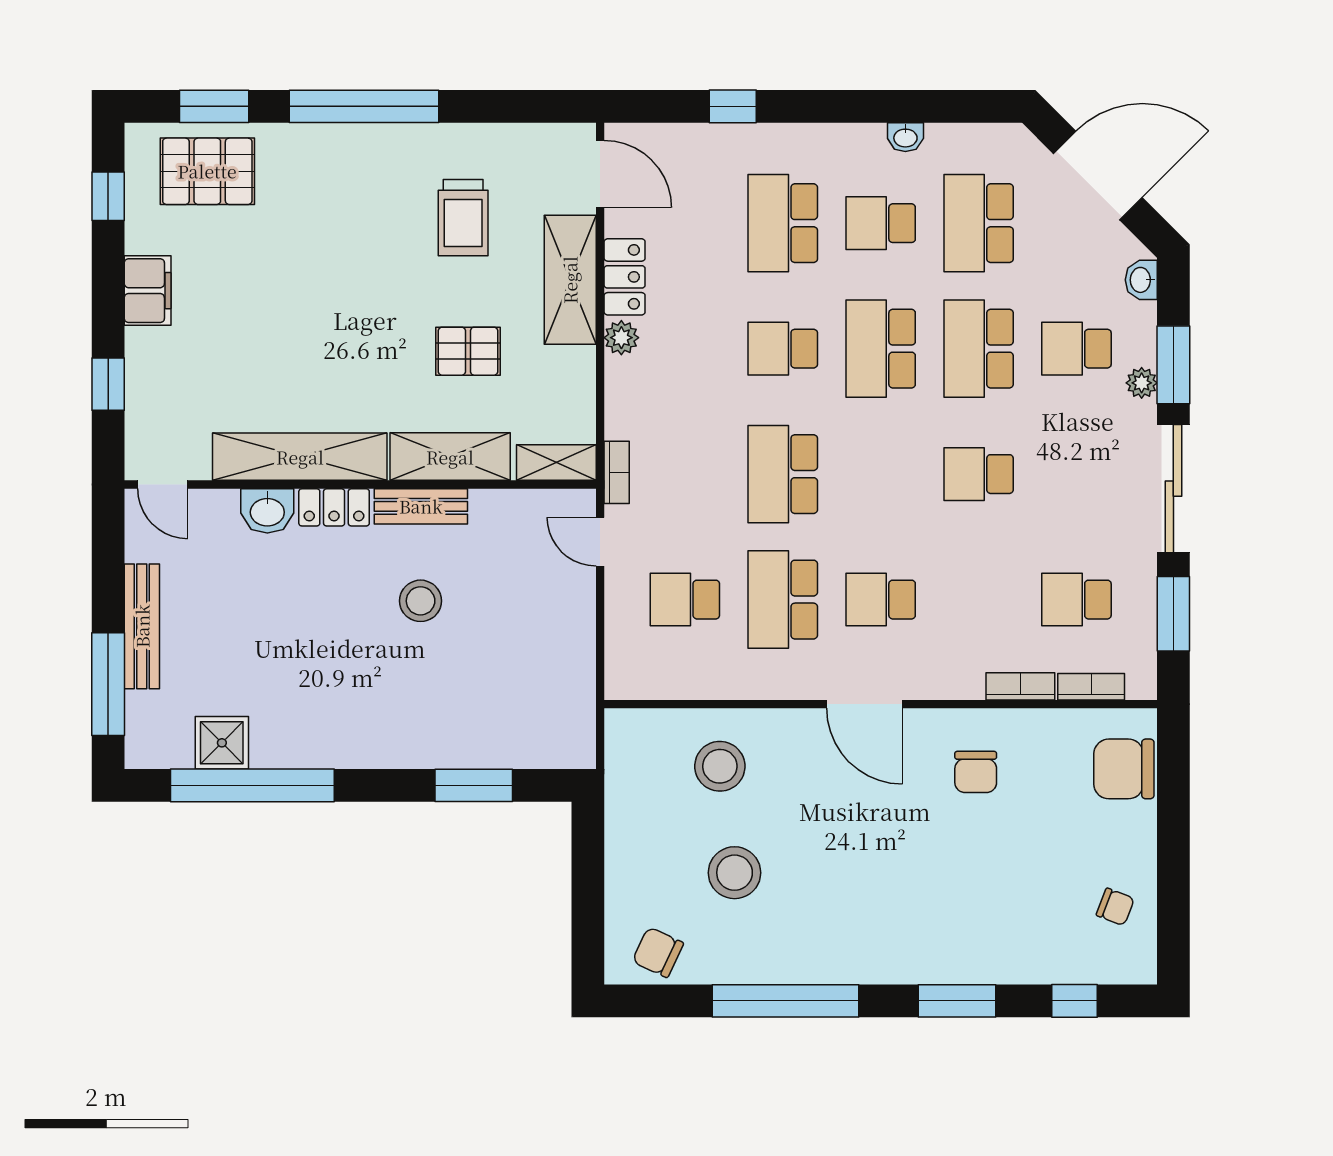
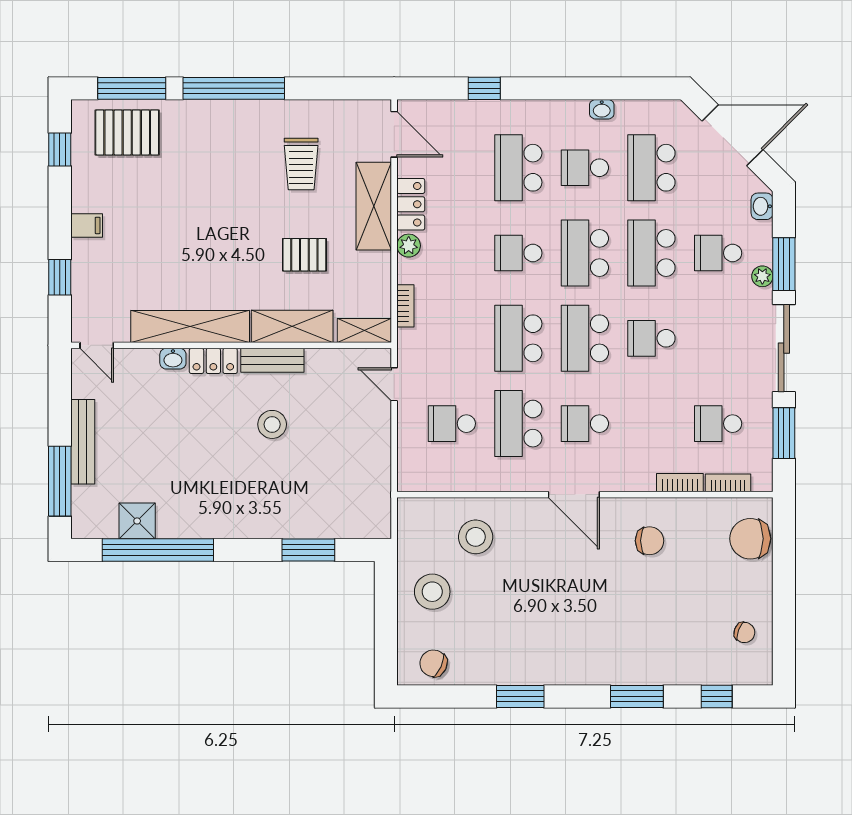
window: (214, 106) -> (132, 88), width x1.44
filing cabinet: (148, 291) -> (87, 225), width x0.50
bookcase: (617, 472) -> (405, 306), moved
school desk: (881, 474) -> (585, 338), added
washbasin: (267, 511) -> (173, 359), width x0.72, depth x0.69
chair: (976, 772) -> (650, 541), turned -90
stool: (735, 873) -> (432, 592), moved
window: (786, 1001) -> (520, 696), width x0.47

